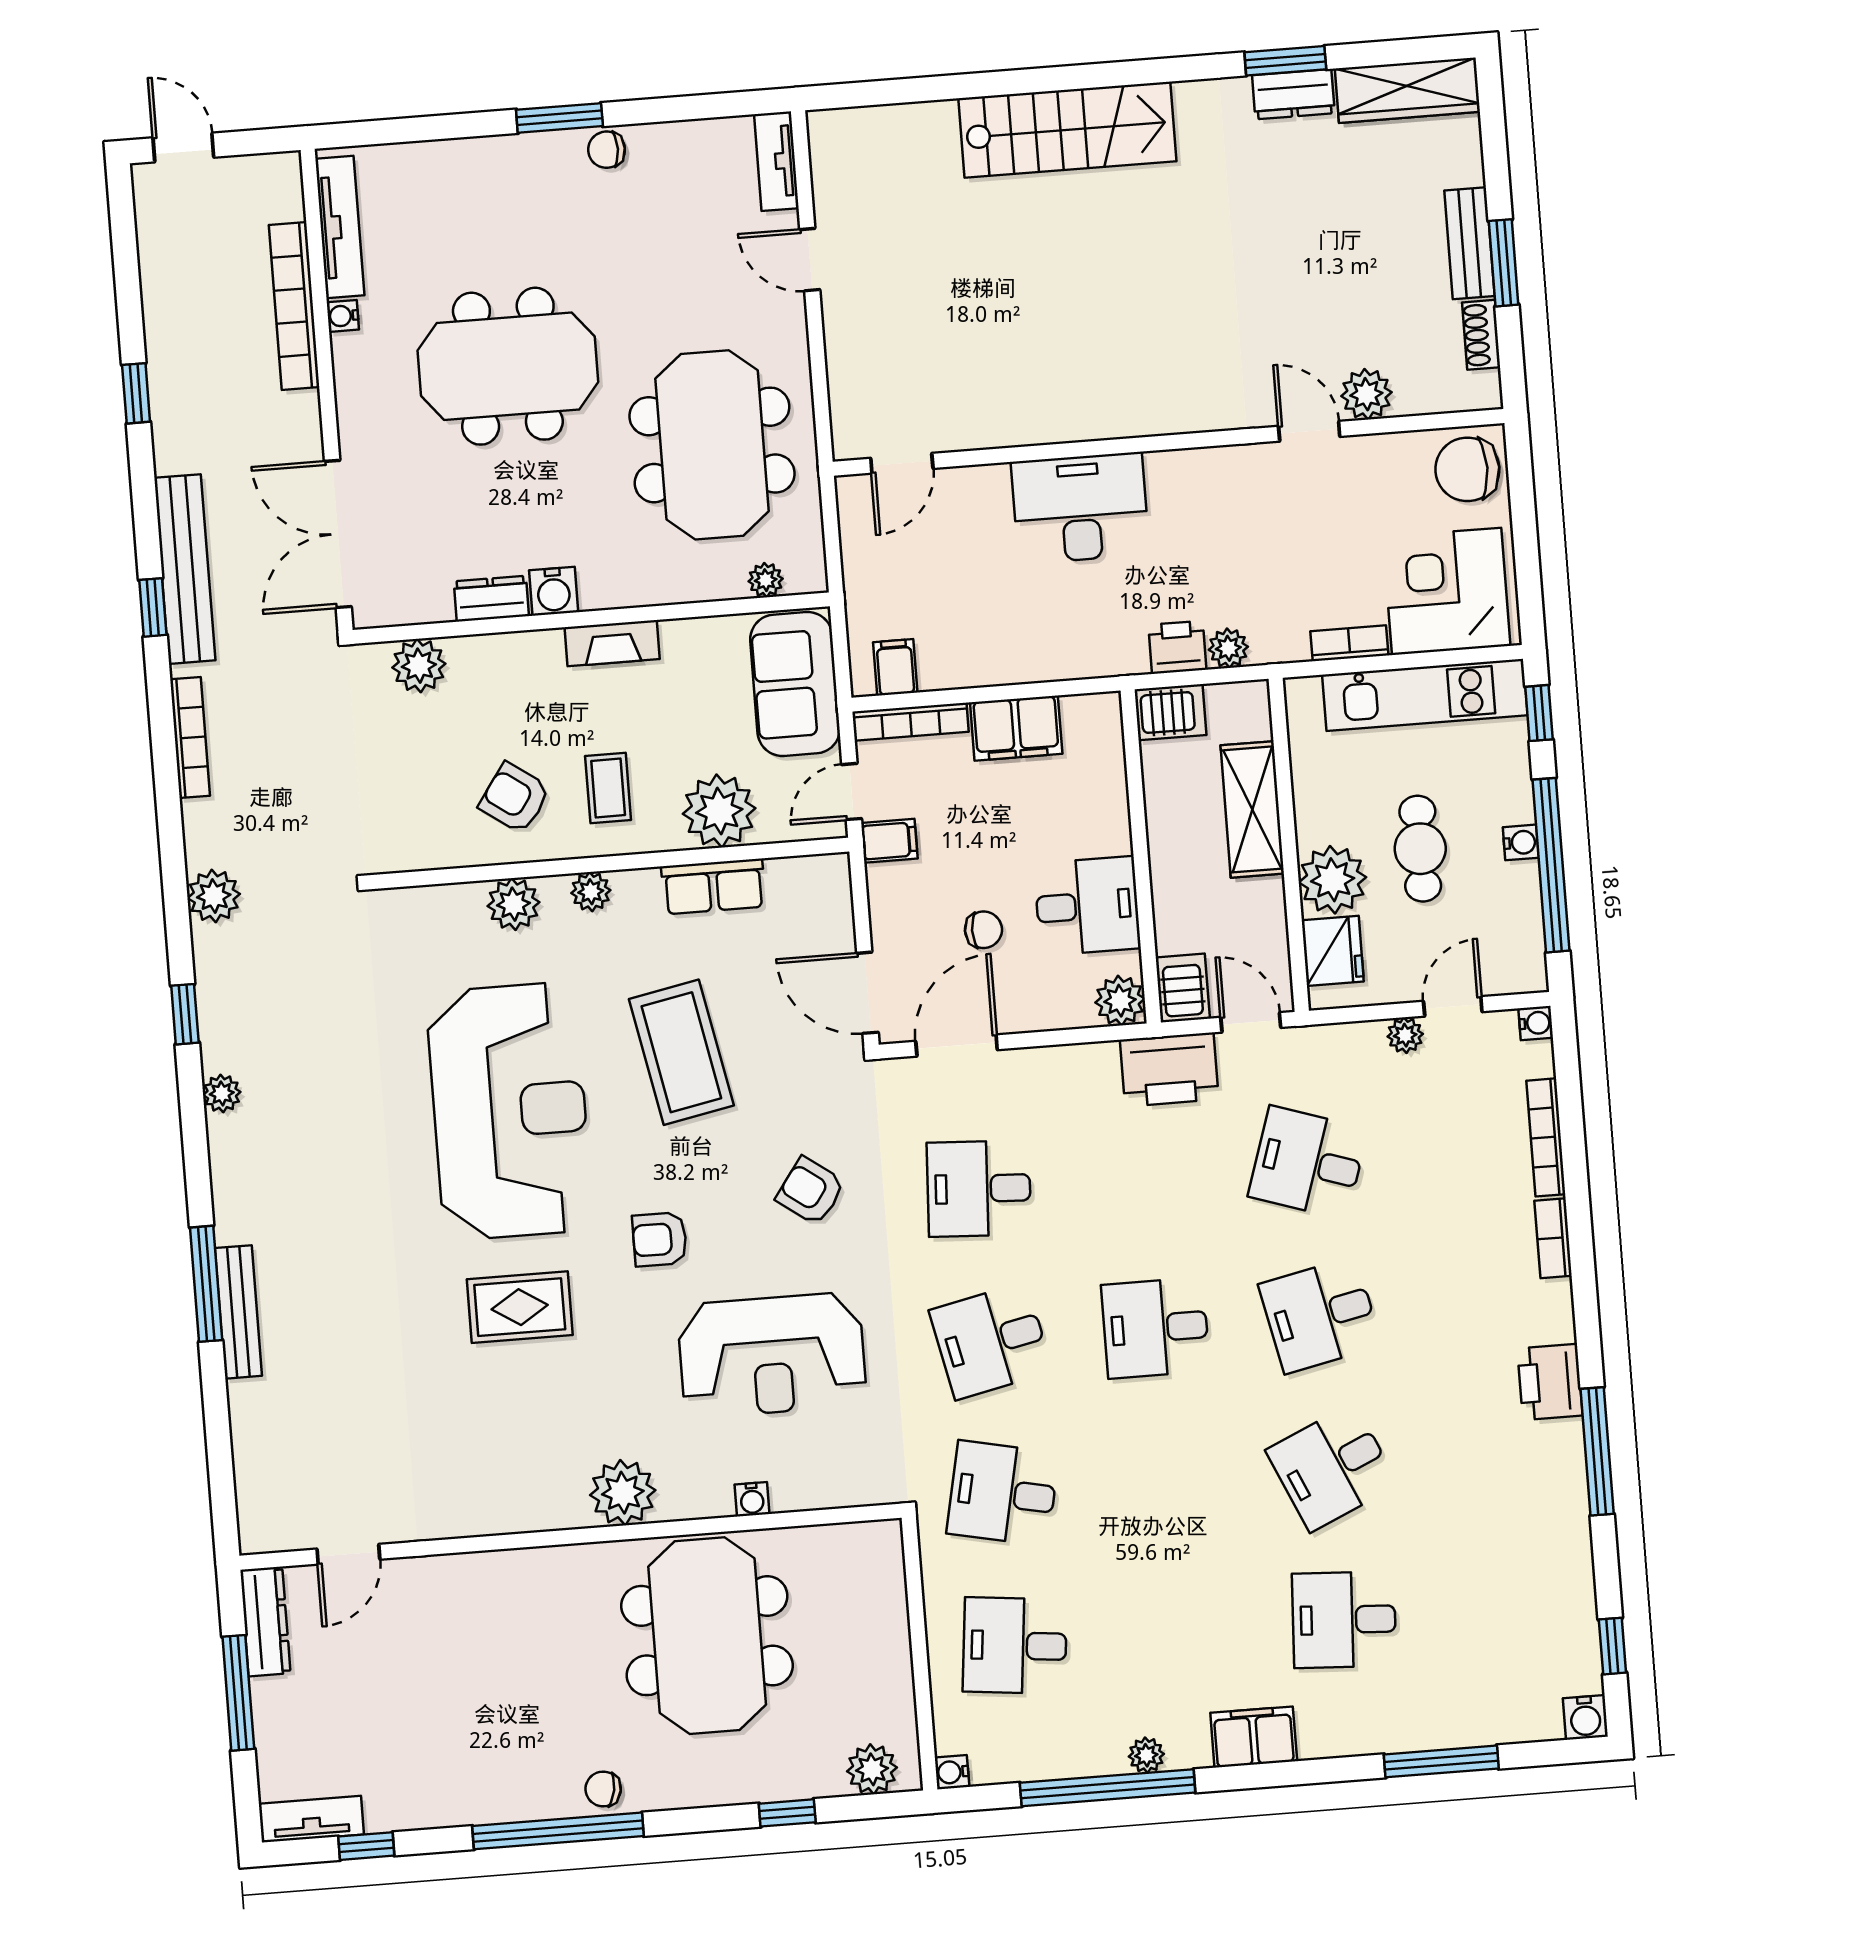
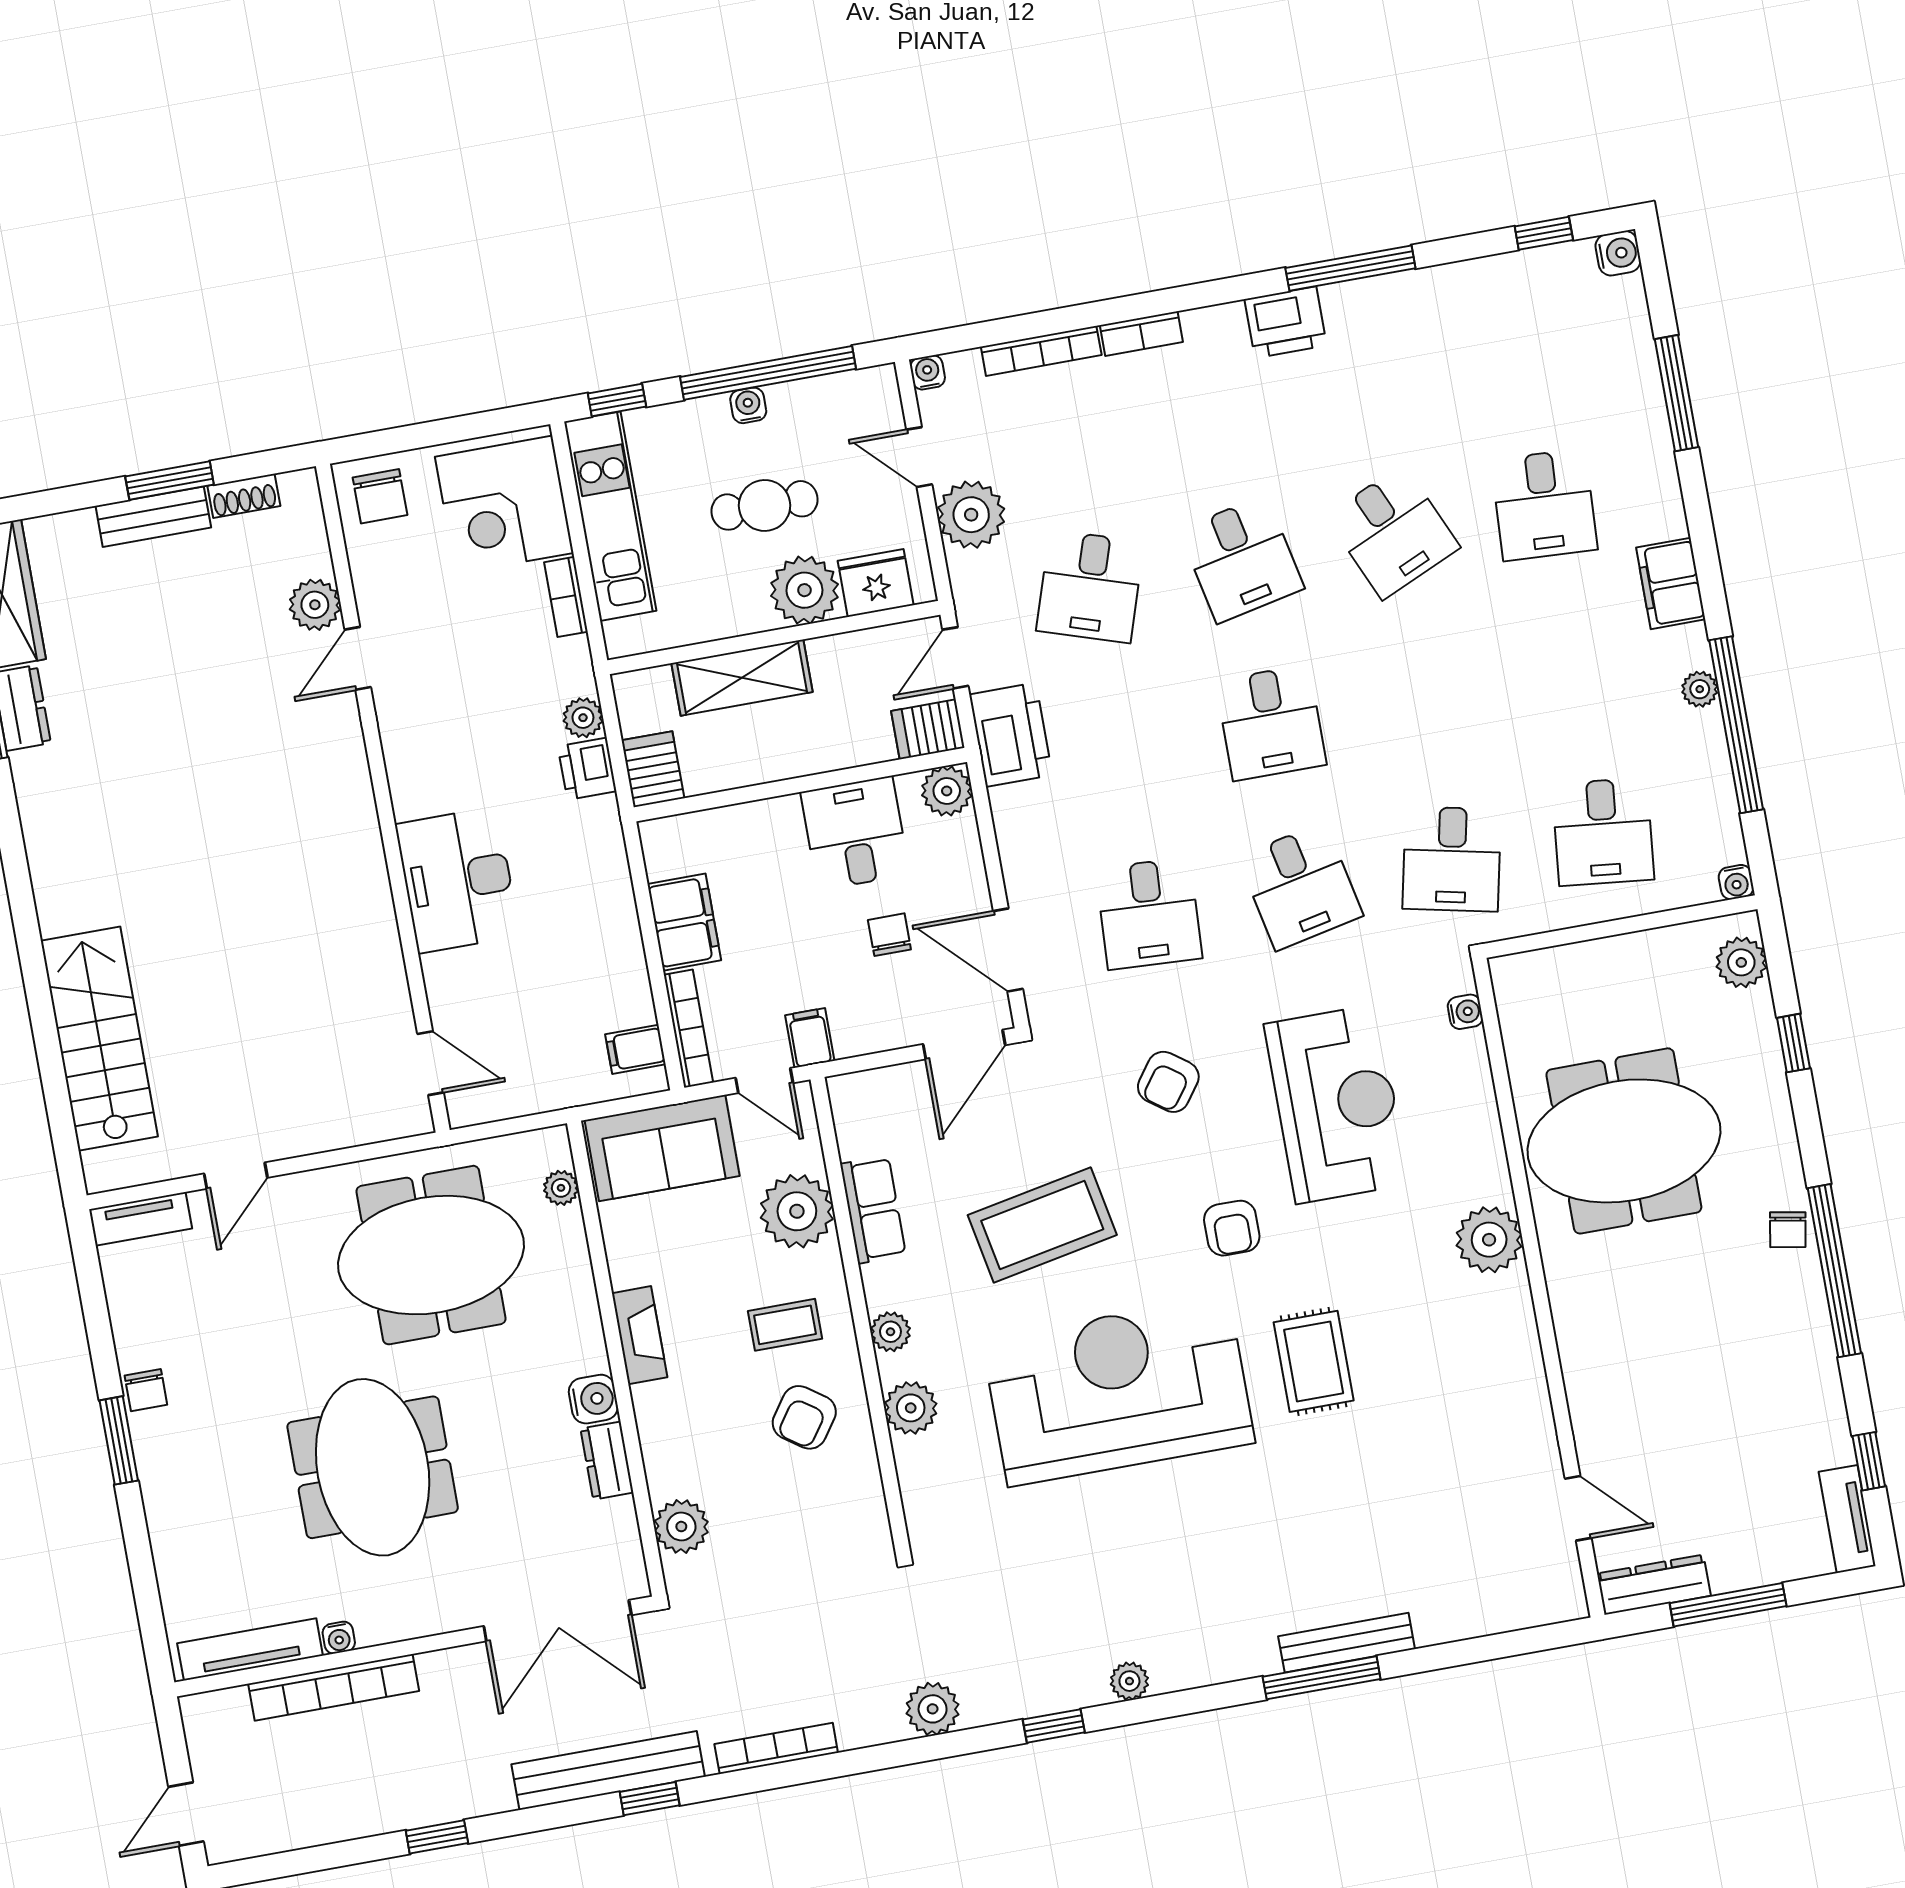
stairs: (1067, 130) -> (99, 1039), moved
chair: (1467, 469) -> (380, 496), width x0.73, depth x0.73
plant: (1405, 1035) -> (971, 515), width x1.88, depth x1.88
water cooler: (752, 1499) -> (1465, 1012), moved

